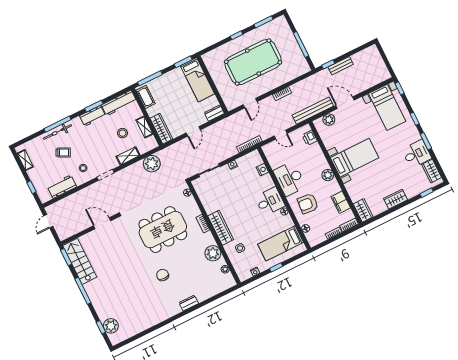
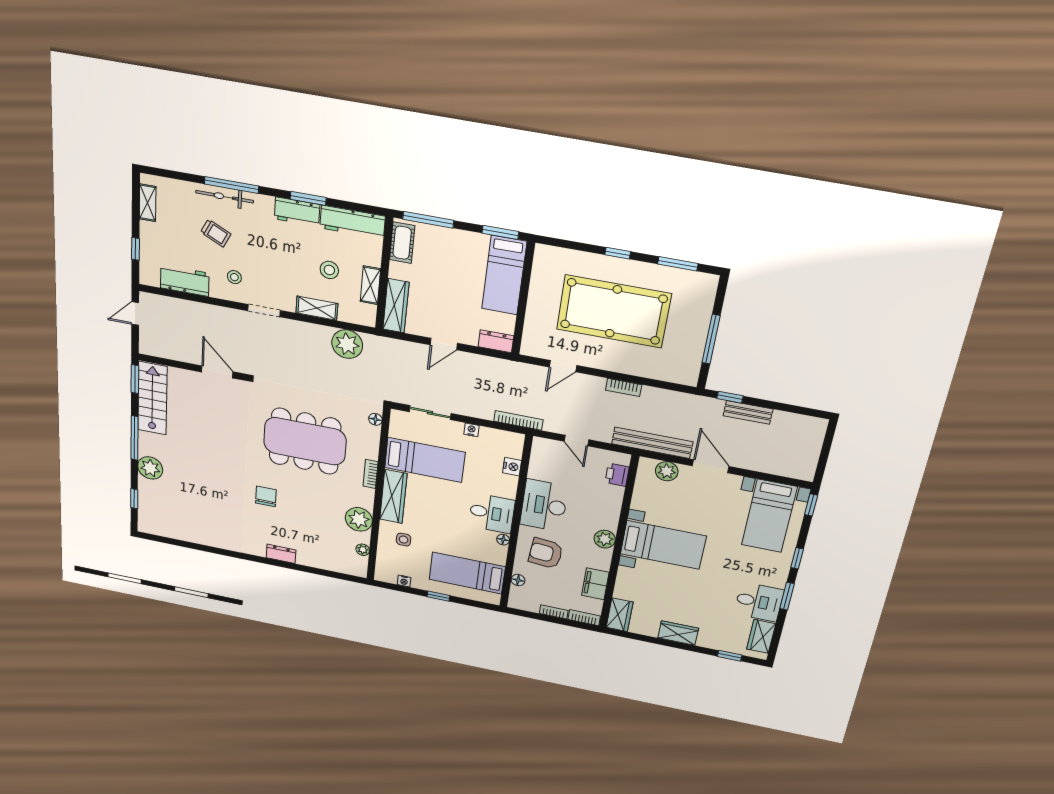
bed: (222, 197) -> (425, 460), added
plant: (111, 326) -> (150, 468), moved

